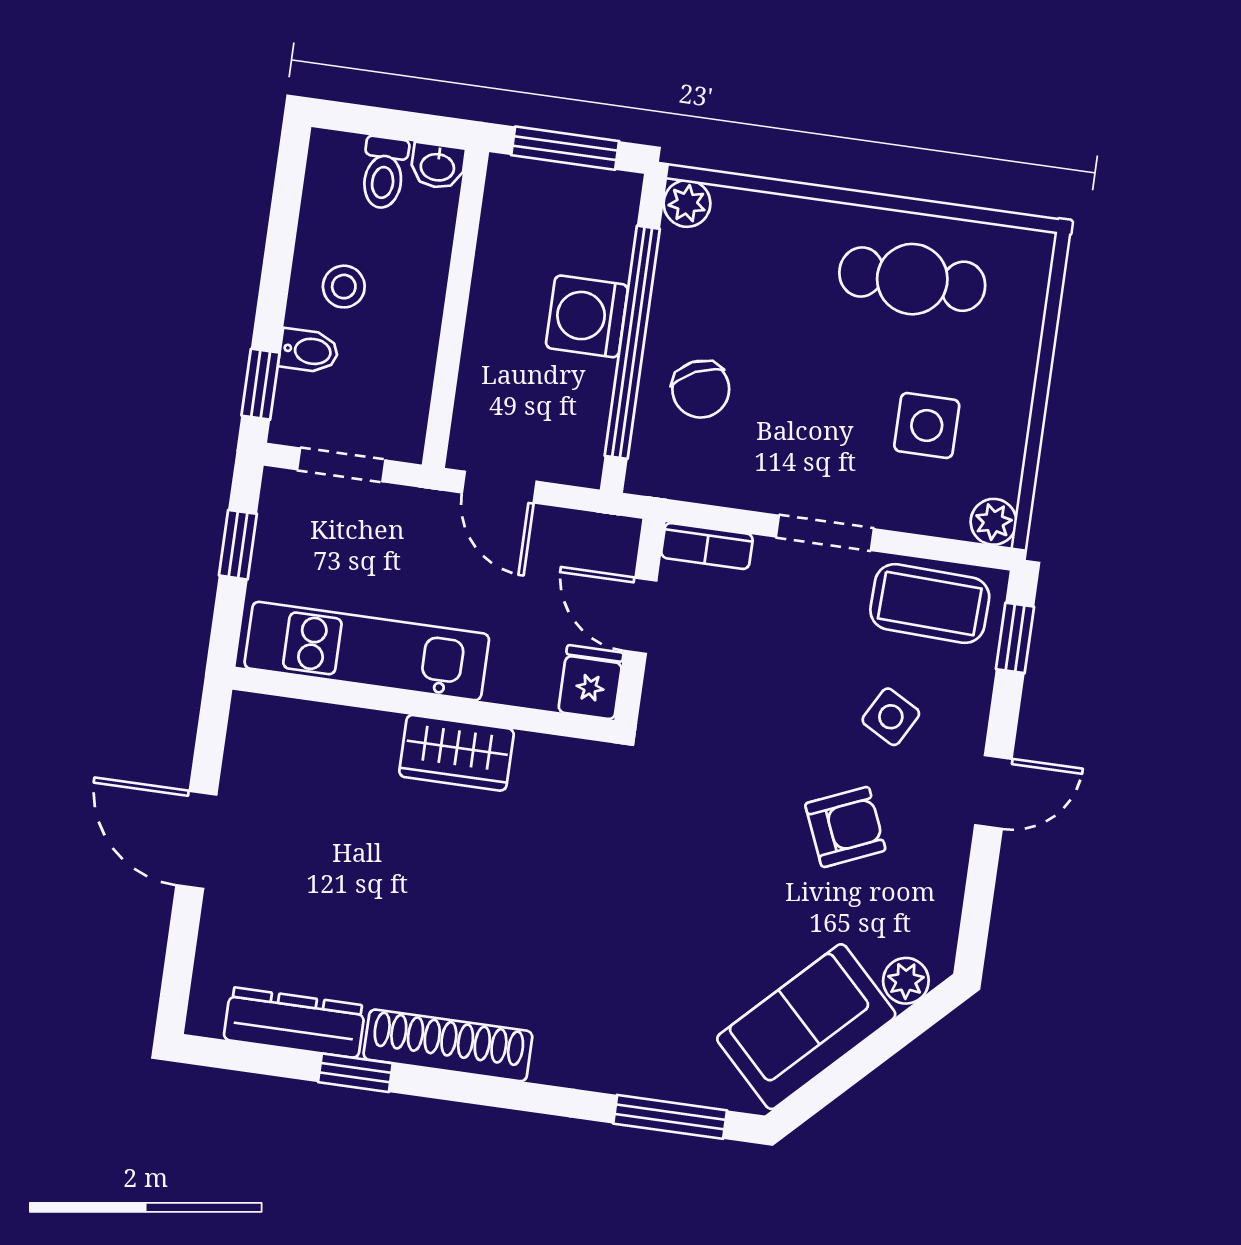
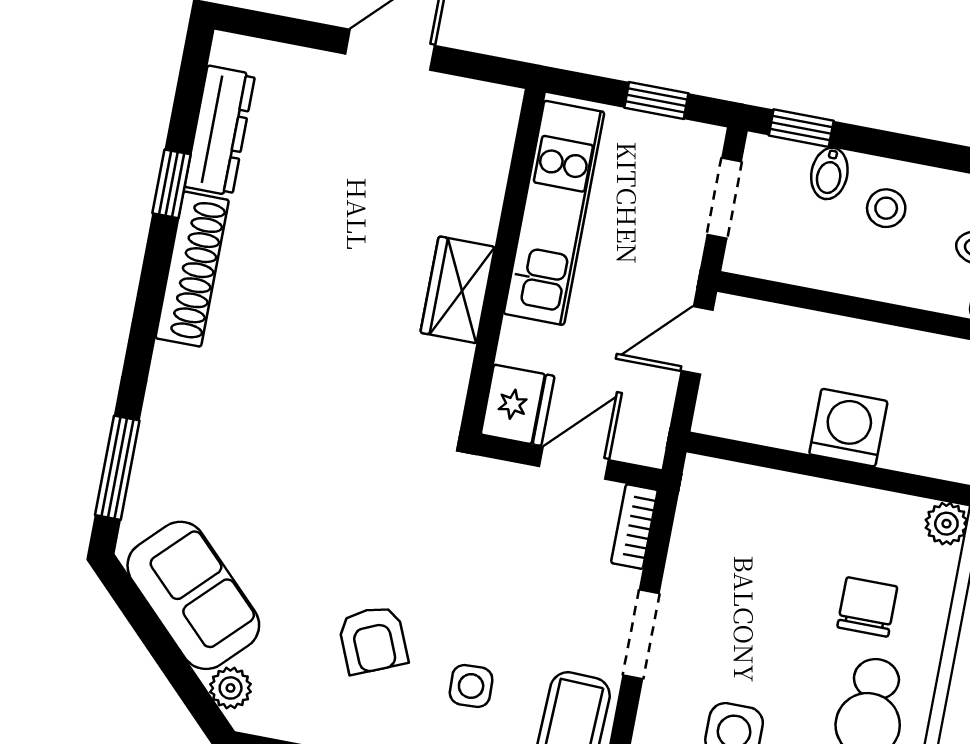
window: (632, 342) -> (823, 468), removed
chair: (701, 389) -> (867, 607), moved, turned 115
fridge: (591, 682) -> (518, 405), width x1.38
side table: (891, 717) -> (471, 686), turned -31

